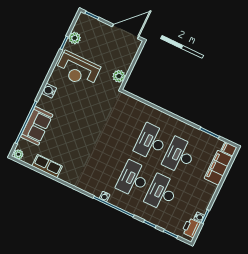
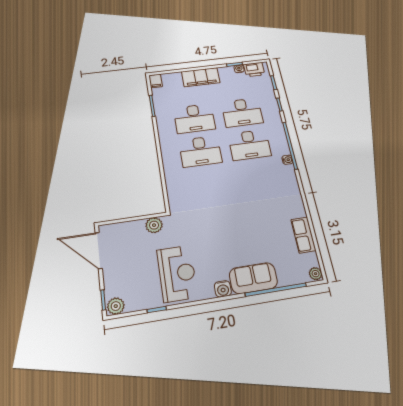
plant: (75, 38) -> (116, 306), moved
sofa: (37, 126) -> (253, 278), moved
filing cabinet: (218, 168) -> (201, 77), moved

